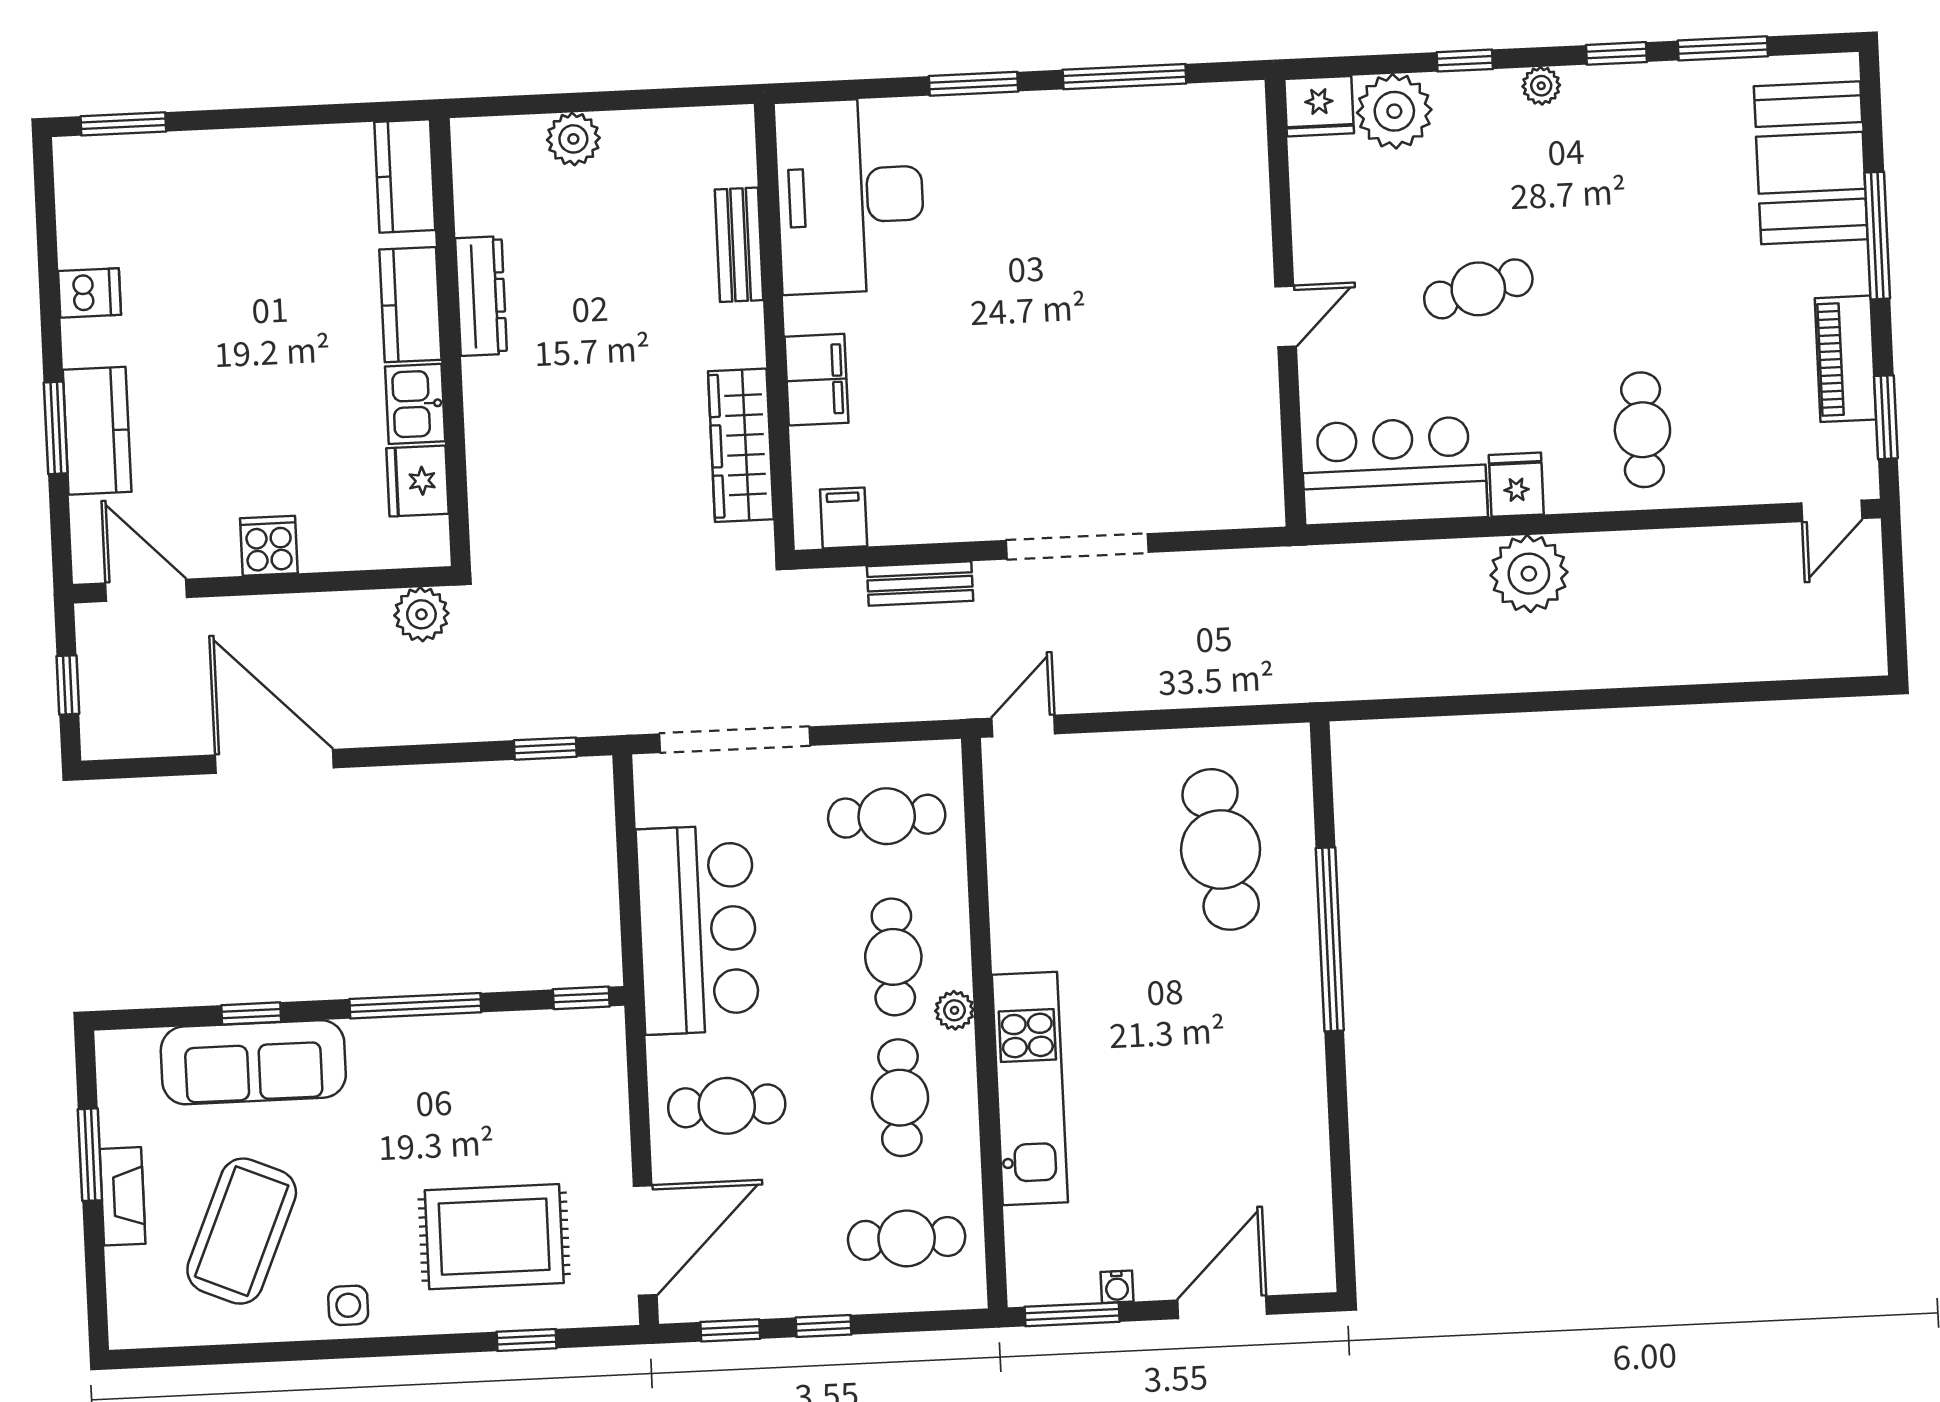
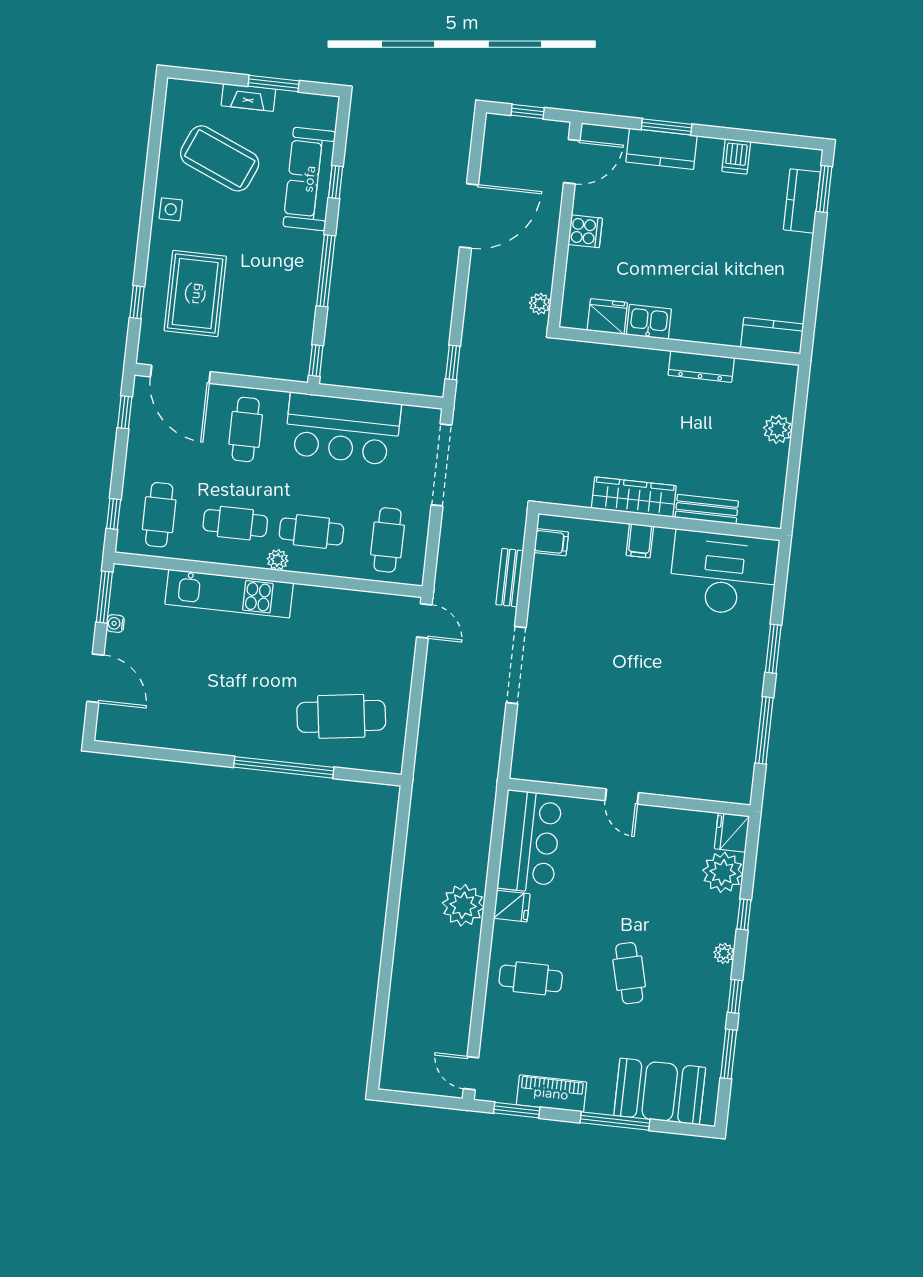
cafe table: (1478, 289) -> (629, 973), moved
kitchen counter: (410, 305) -> (802, 201), moved, turned -90
filing cabinet: (816, 380) -> (640, 541), width x0.50
wardrobe: (741, 445) -> (634, 497), moved
plant: (421, 614) -> (540, 304), width x0.73, depth x0.73
window: (824, 1326) -> (114, 514), moved

